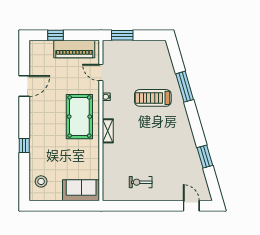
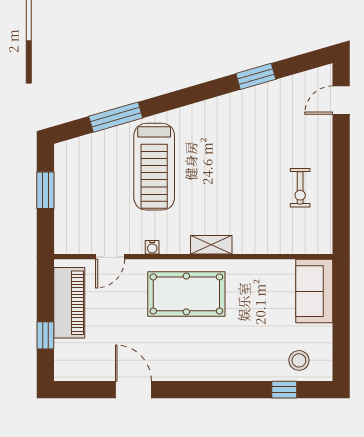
window: (122, 35) -> (45, 190), moved
window: (185, 87) -> (116, 117), moved
treadmill: (153, 98) -> (154, 167), width x1.37, depth x1.38
window: (24, 145) -> (284, 390), moved

